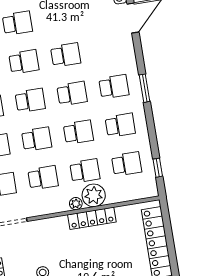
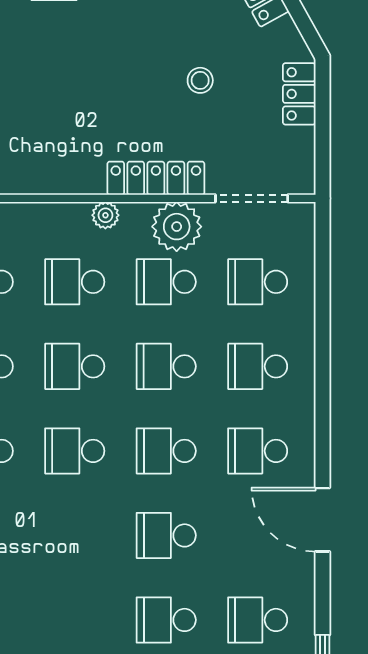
school desk: (66, 55) -> (75, 535), removed
plant: (94, 195) -> (177, 227), moved
locker: (92, 218) -> (156, 178), moved

